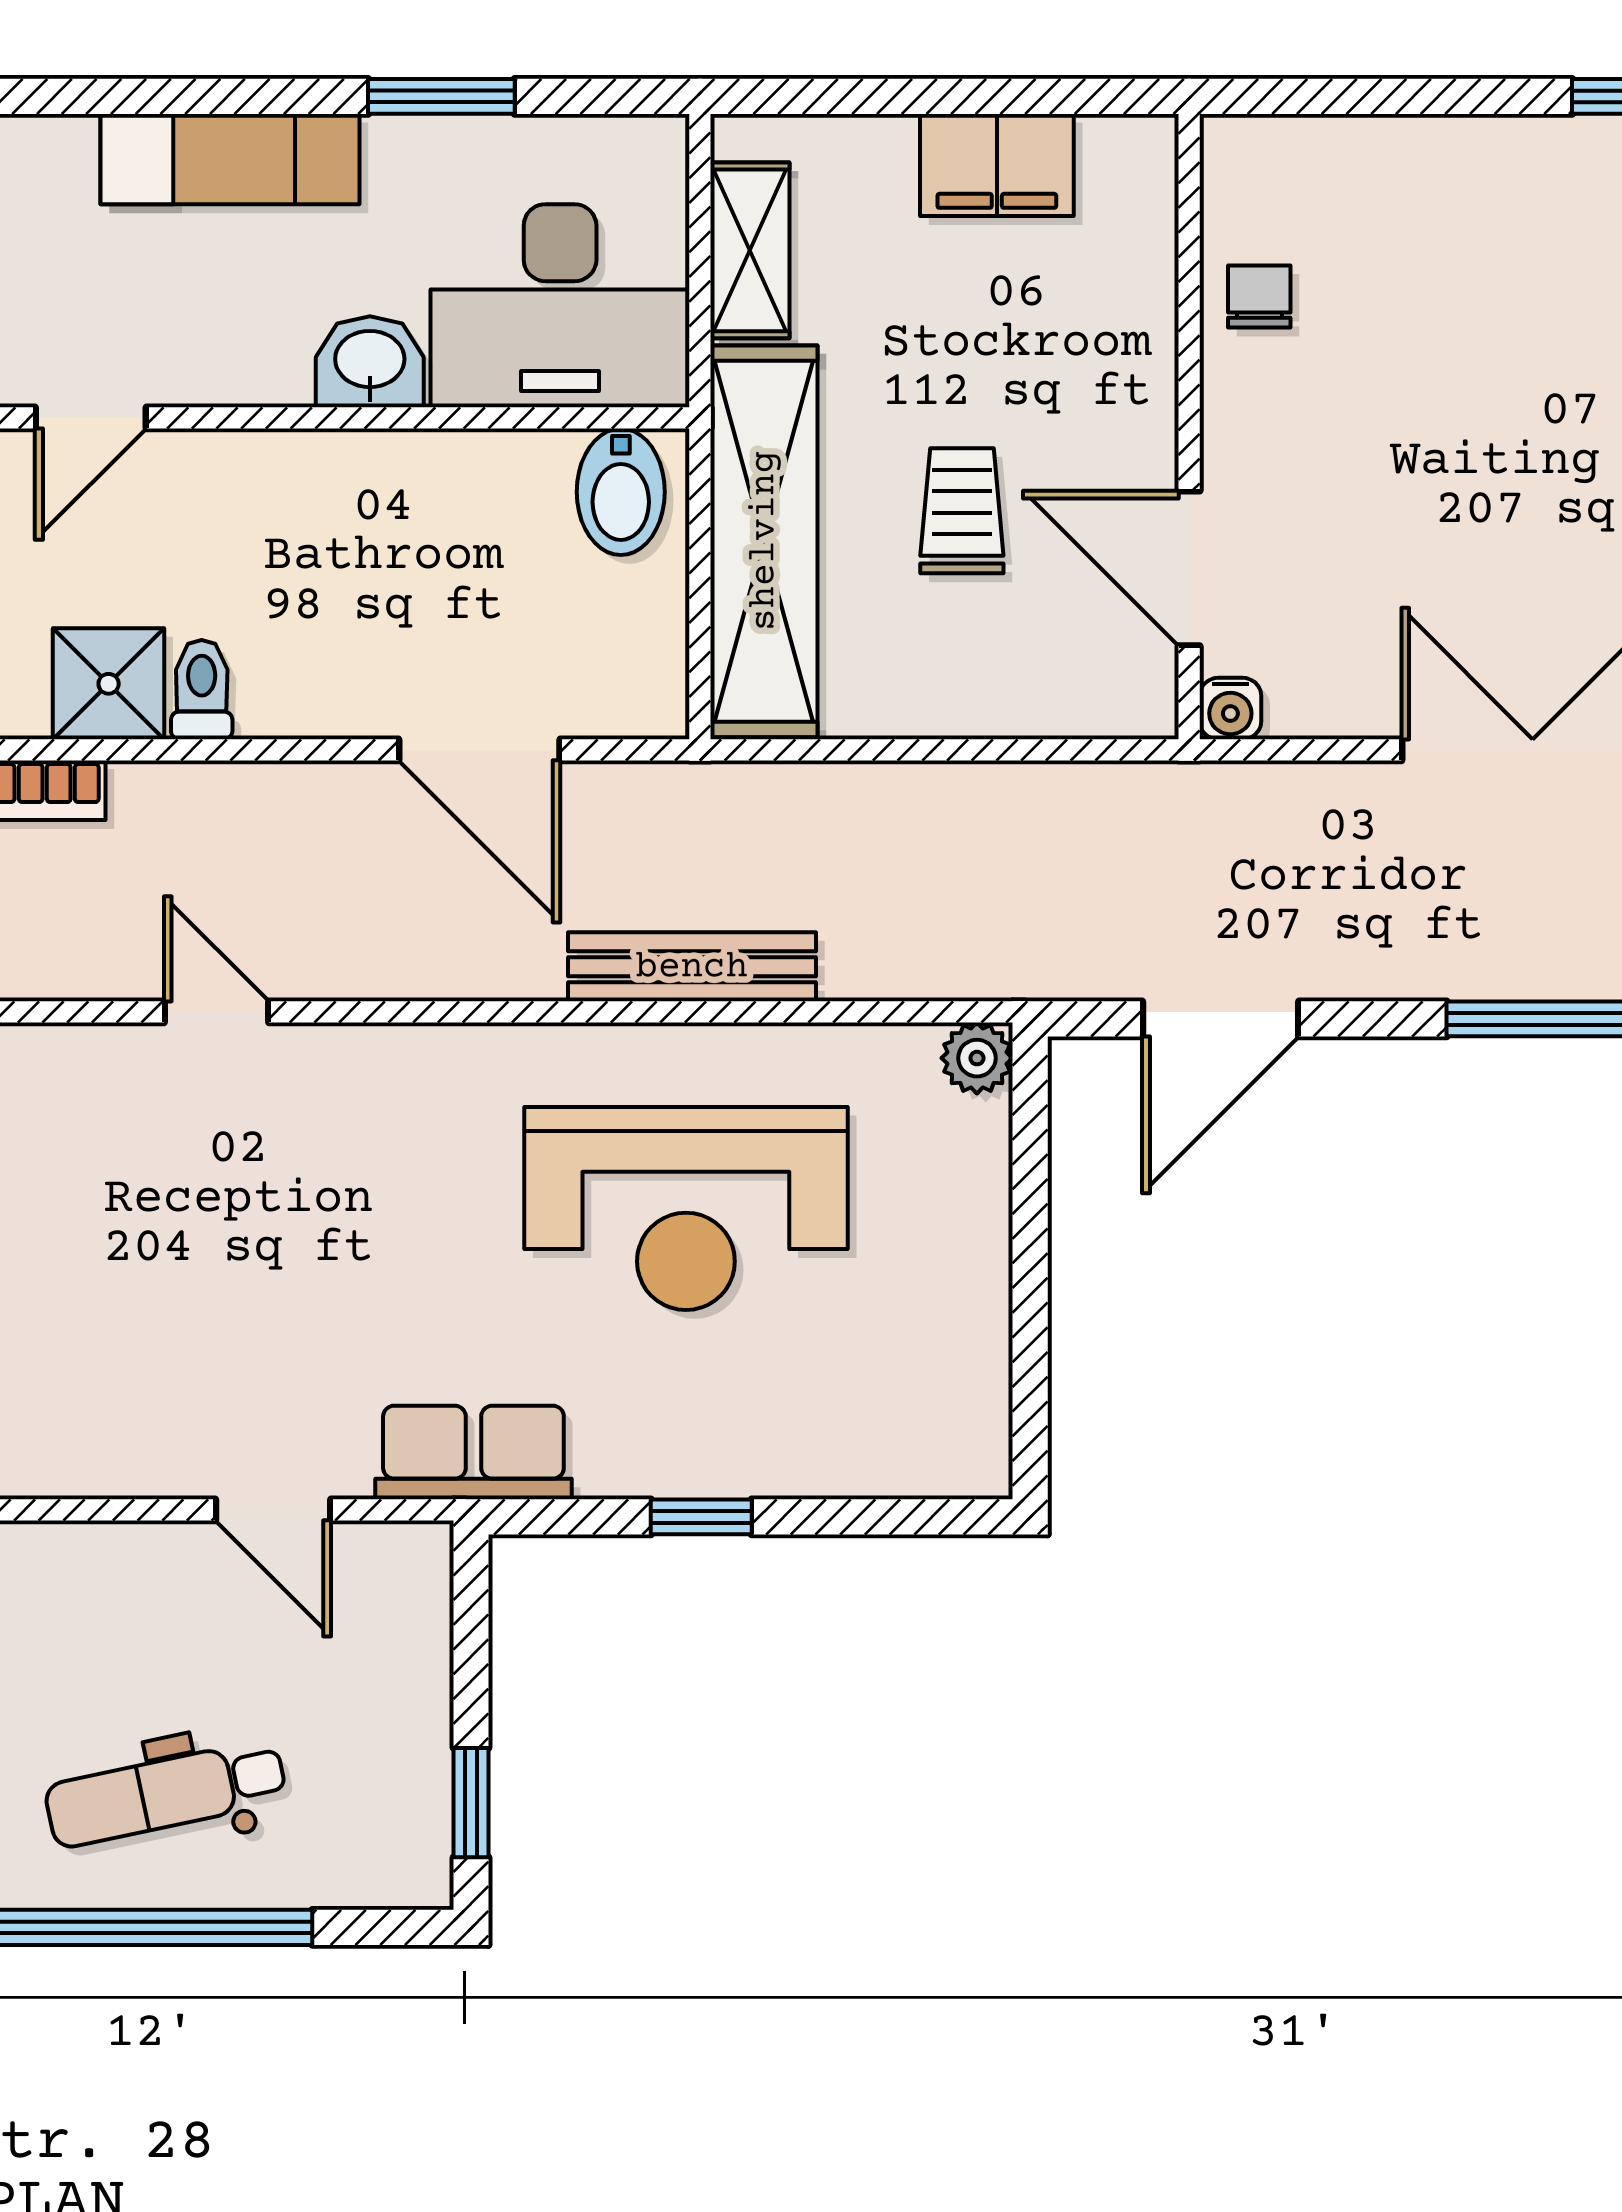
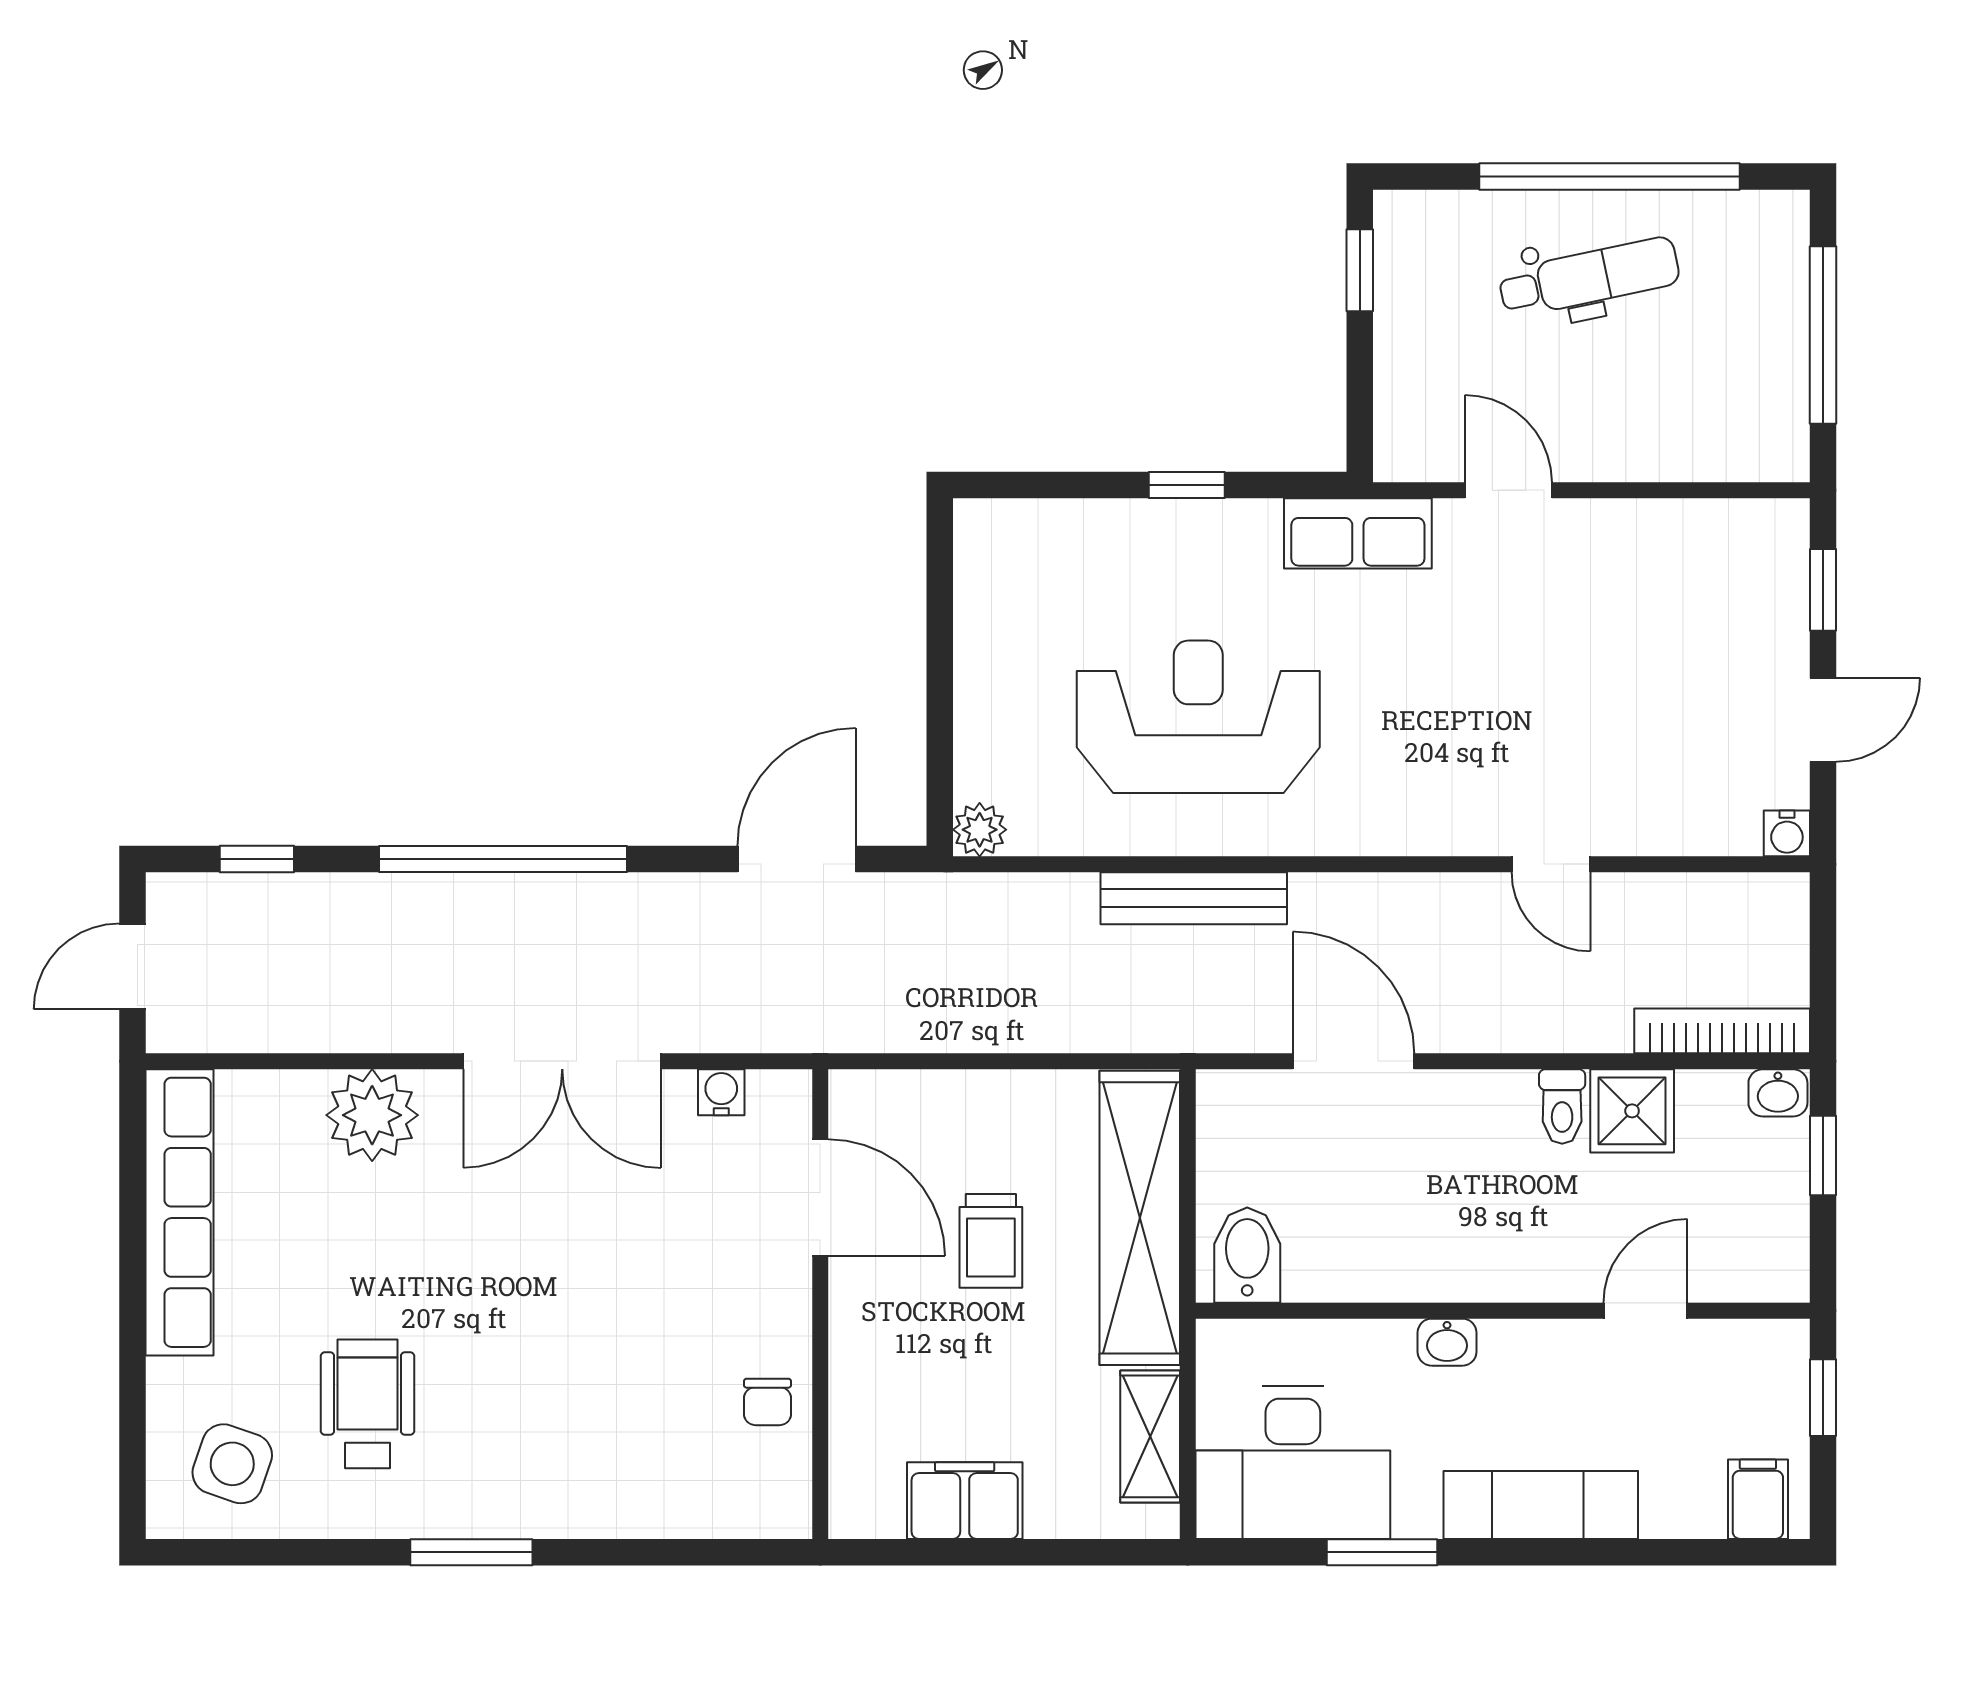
desk: (560, 306) -> (1293, 1463), moved, turned 180
washbasin: (370, 362) -> (1447, 1342), width x0.72, depth x0.69
water cooler: (1230, 709) -> (721, 1092), moved

